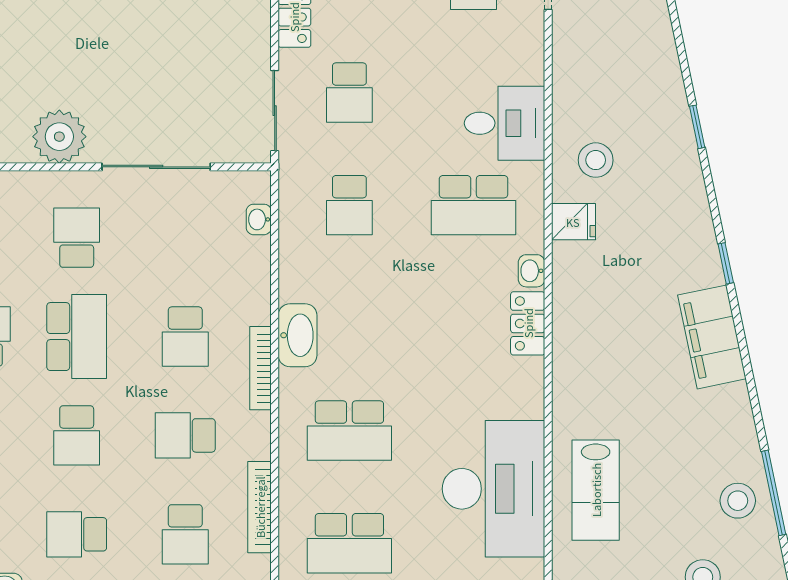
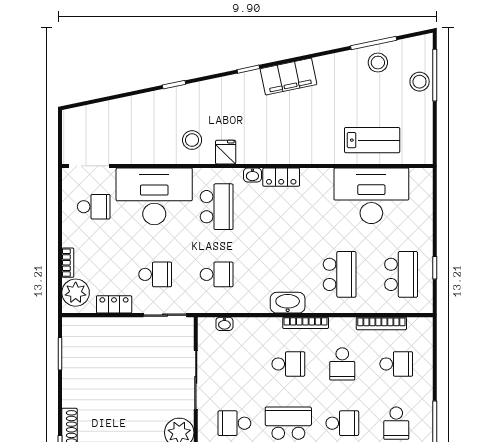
desk: (505, 123) -> (154, 196), width x1.87, depth x1.30

